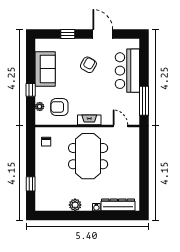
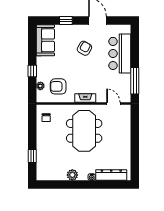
sofa: (45, 69) -> (45, 40), moved

